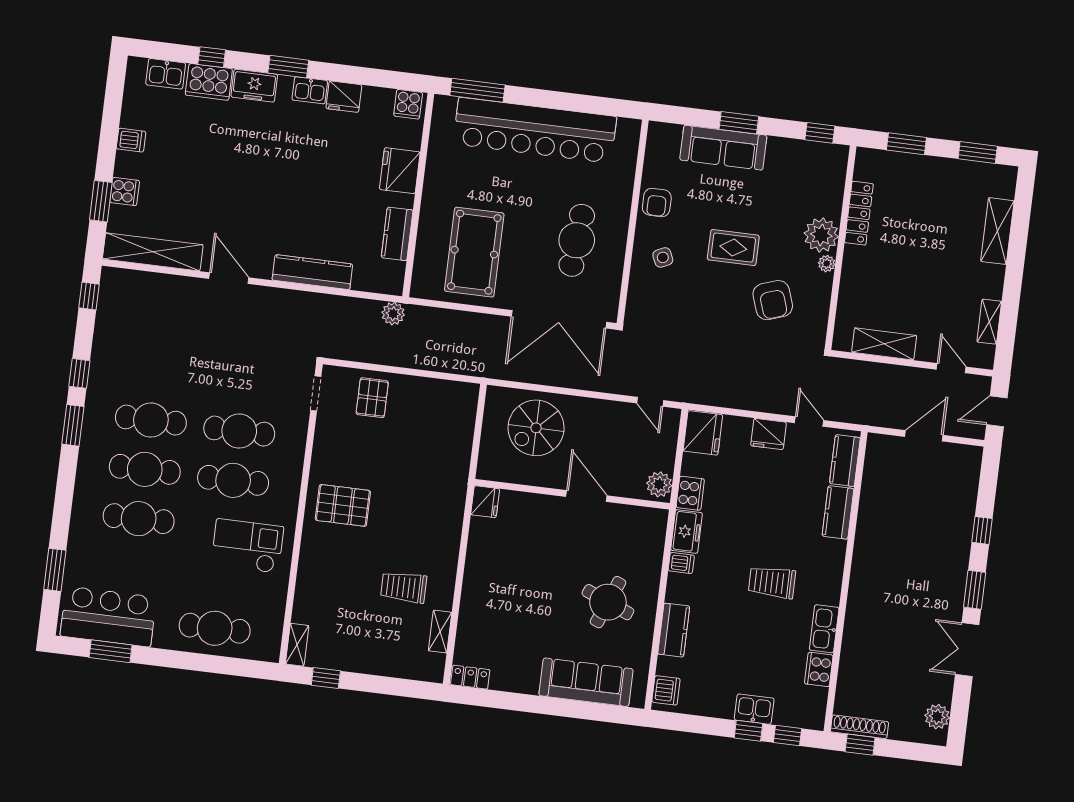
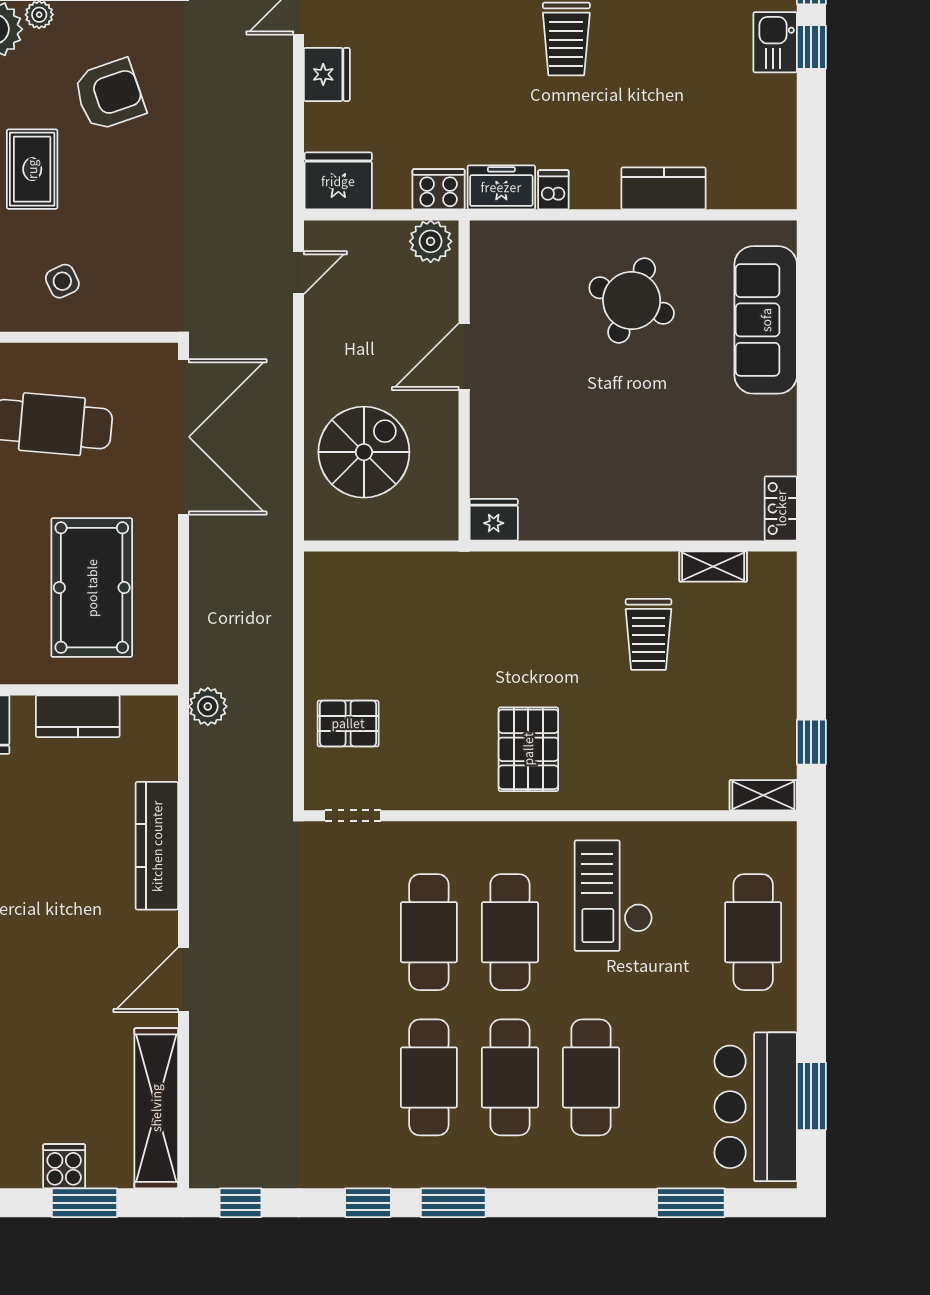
pool table: (474, 252) -> (92, 588), turned 90
spiral stairs: (536, 428) -> (364, 452), turned -90
dishwasher: (666, 690) -> (763, 189), removed

